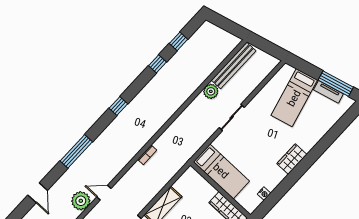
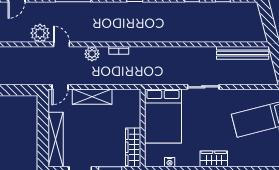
plant: (211, 91) -> (92, 54), moved
bed: (221, 171) -> (163, 116), width x1.50

